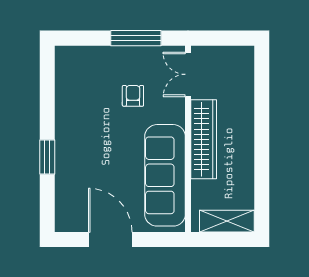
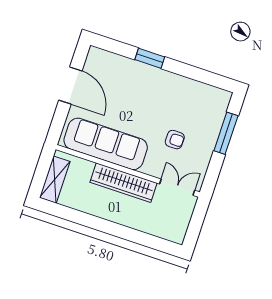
window: (136, 38) -> (226, 133), moved
door: (110, 240) -> (70, 86), hinge flipped

